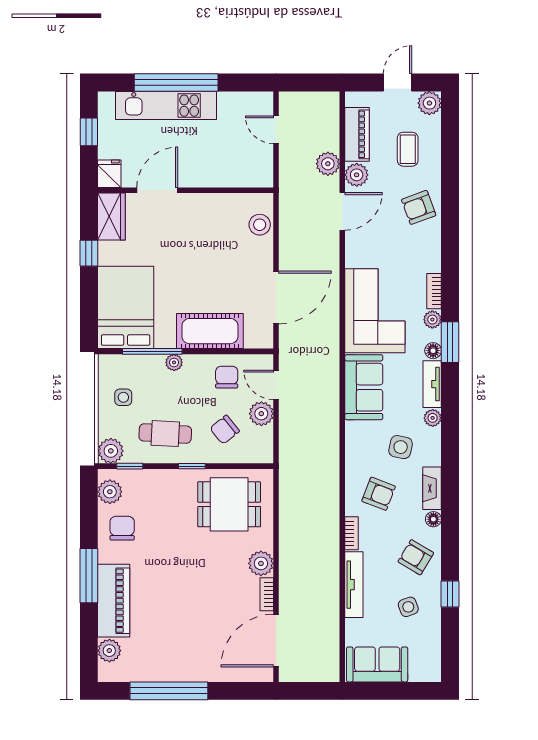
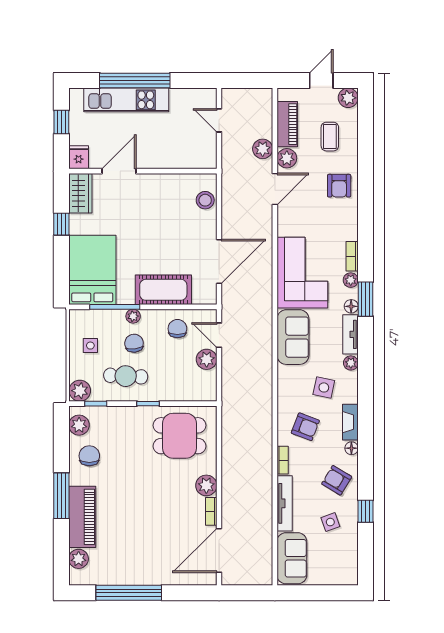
armchair: (419, 207) -> (339, 186), turned -70
chair: (225, 430) -> (134, 343), moved, turned 123
sofa: (377, 664) -> (292, 558), moved, turned 90

